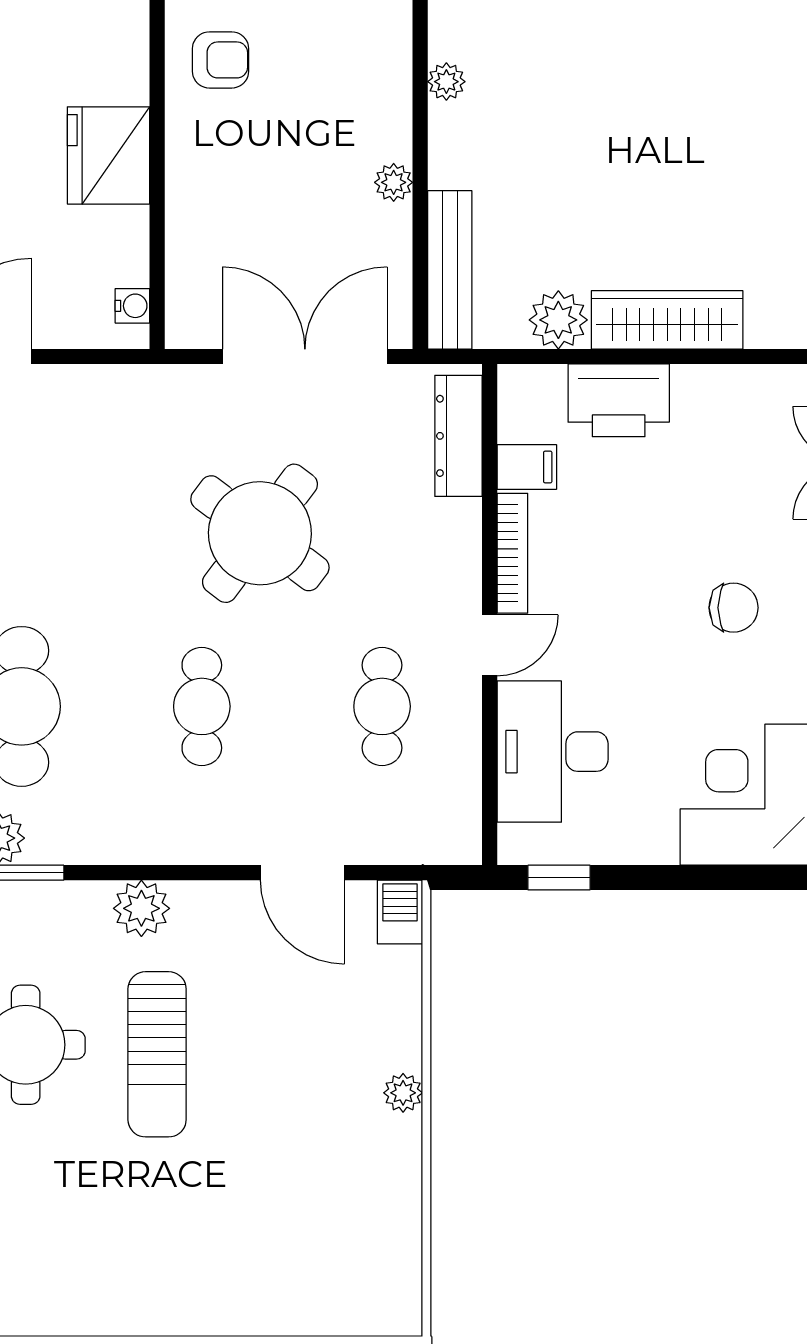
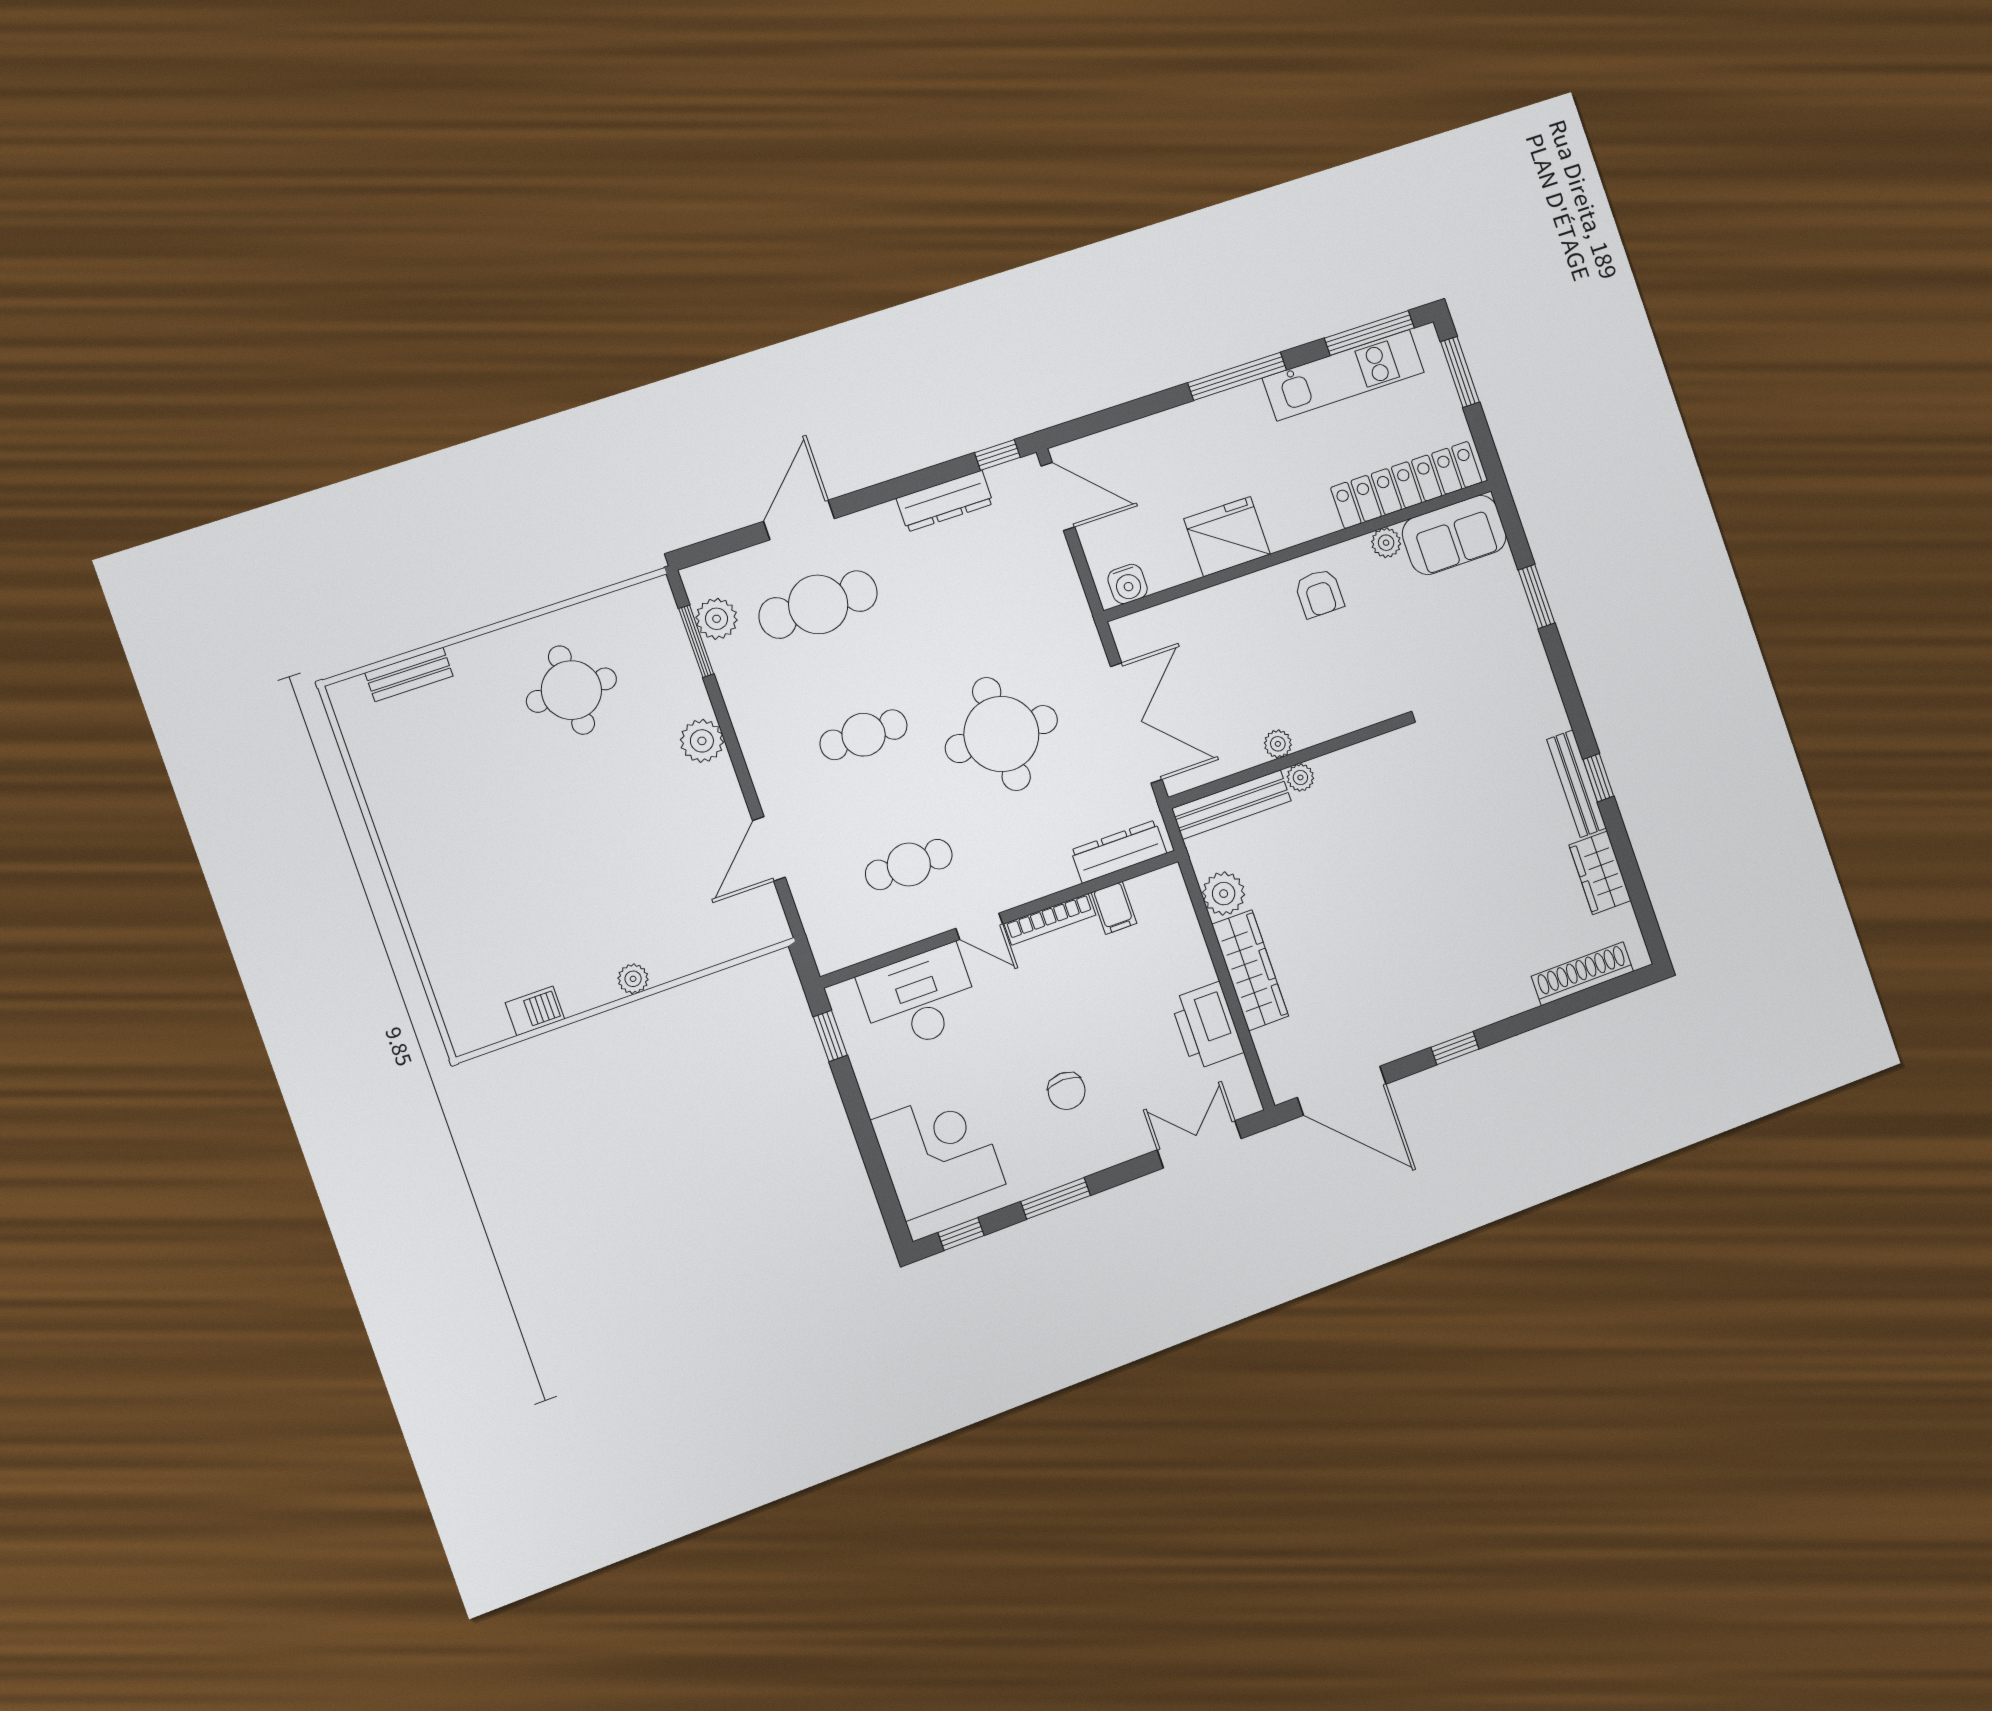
plant: (446, 82) -> (1300, 777), moved
water cooler: (132, 306) -> (1128, 584), width x1.38, depth x1.38
printer: (619, 400) -> (1207, 1026), moved
round table: (260, 533) -> (1001, 734), turned -37
barbecue: (400, 912) -> (535, 1011), moved
sun lounger: (157, 1054) -> (598, 789), removed

